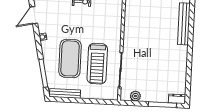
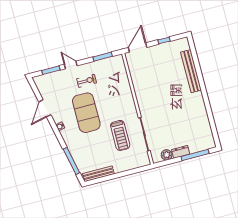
exercise mat: (70, 58) -> (86, 113), moved
treadmill: (97, 64) -> (120, 135), width x0.73, depth x0.73
dresser: (177, 99) -> (181, 152), moved

